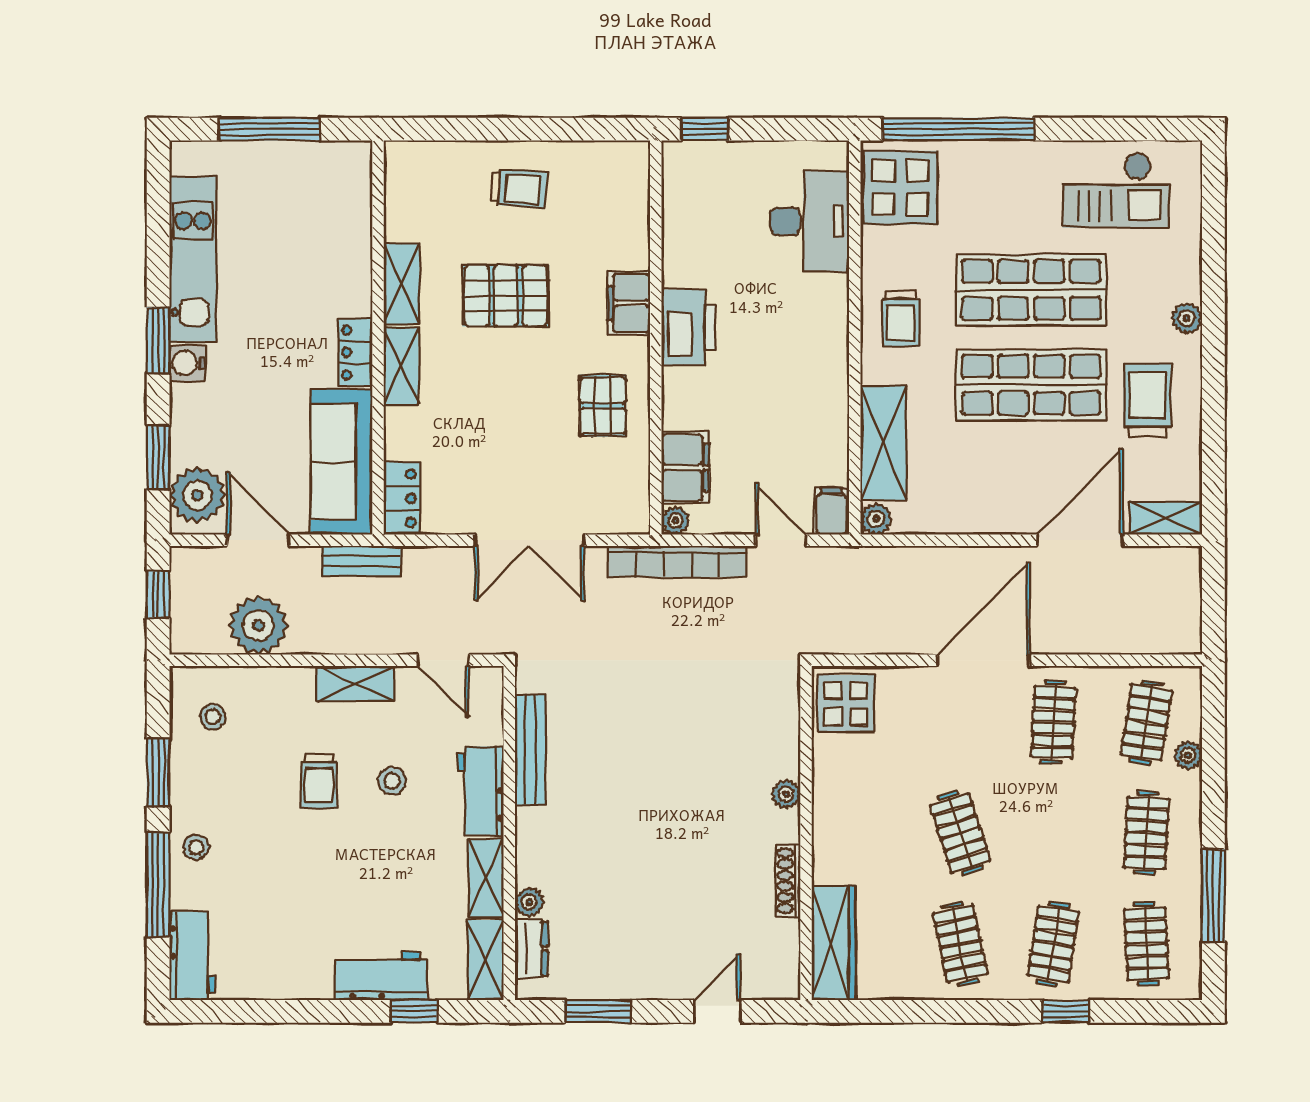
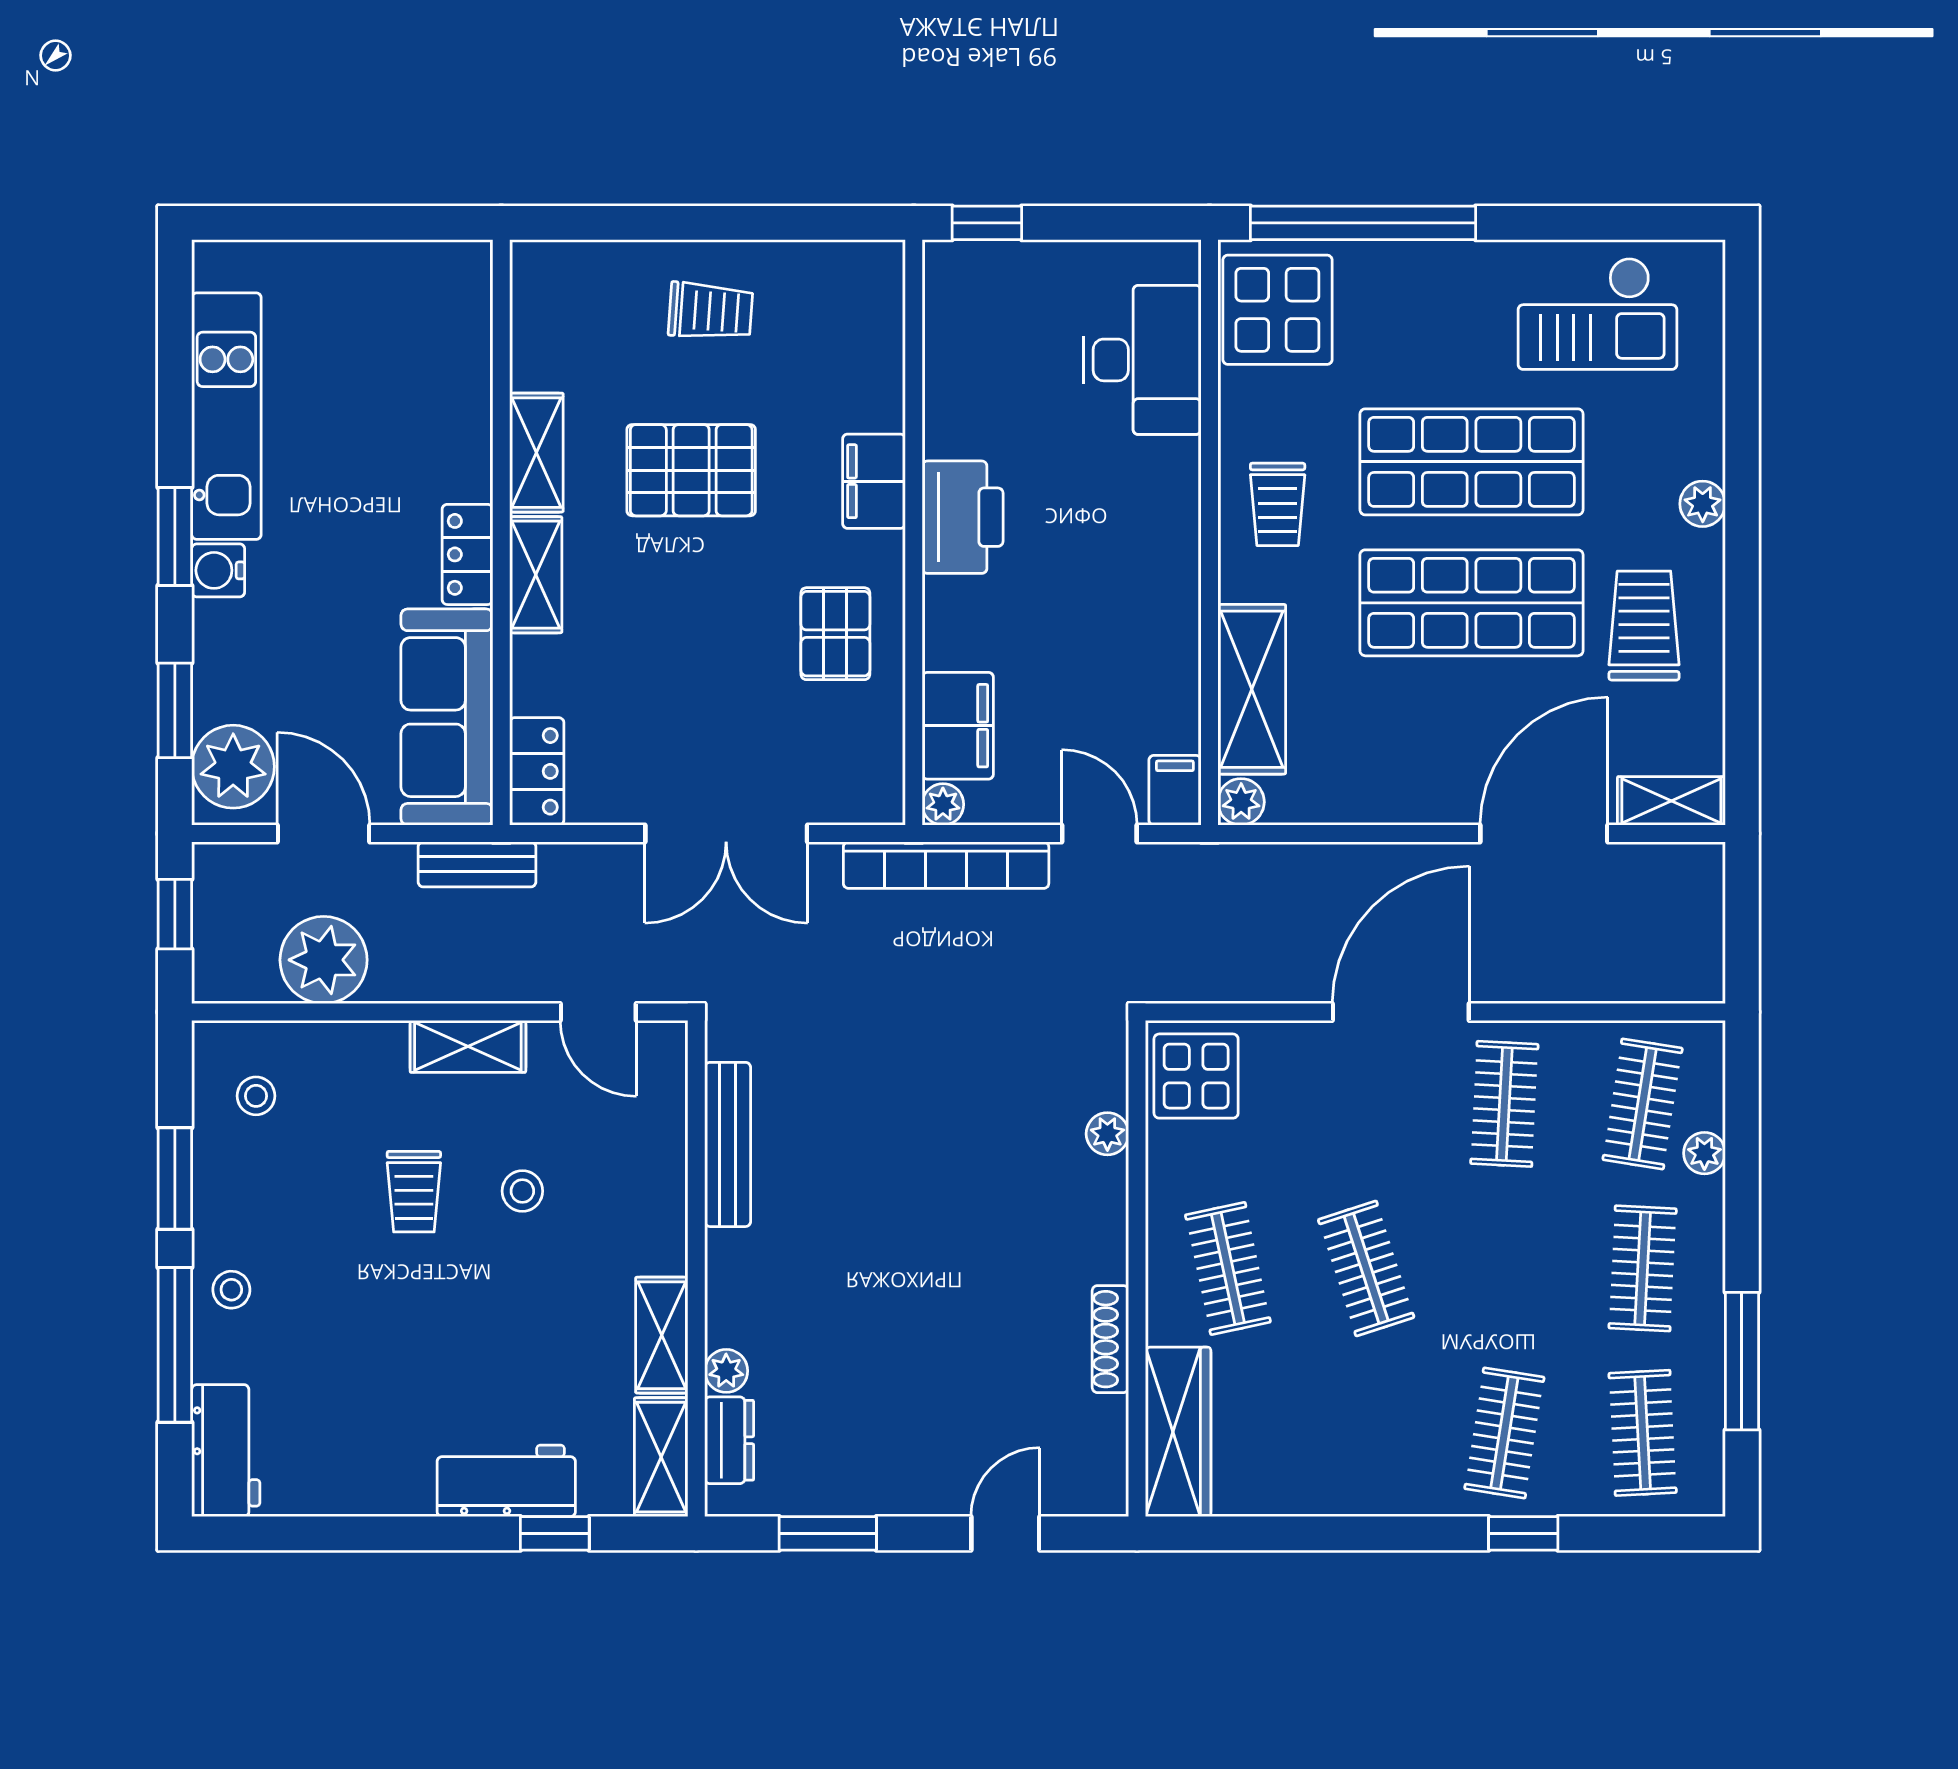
window: (270, 129) -> (340, 223), removed
workbench: (481, 791) -> (654, 1206), removed
plant: (786, 794) -> (1107, 1134), moved
clothes rail: (960, 944) -> (1228, 1268), moved

